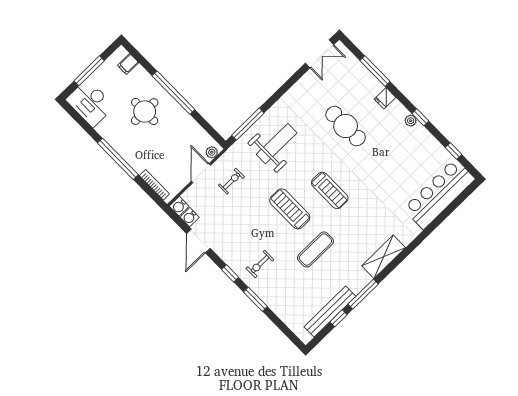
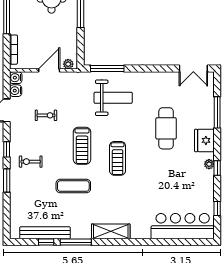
fridge: (385, 98) -> (204, 140), width x1.88, depth x1.34
exercise bike: (231, 181) -> (46, 115), moved
treadmill: (290, 209) -> (82, 146), turned 180

